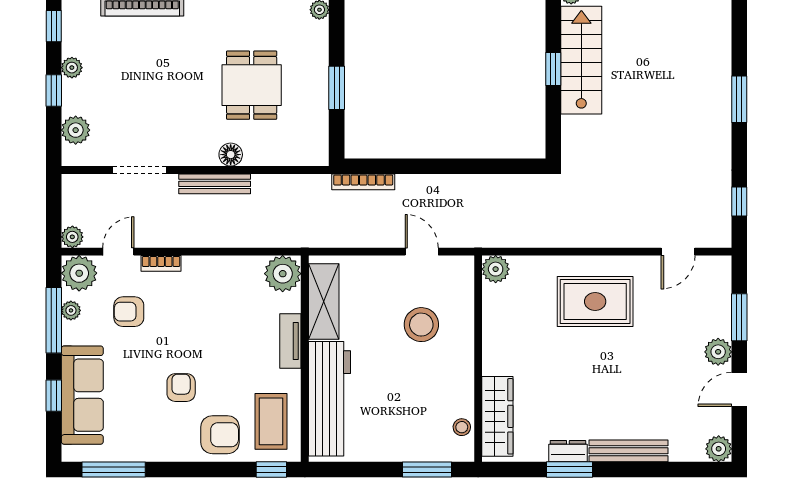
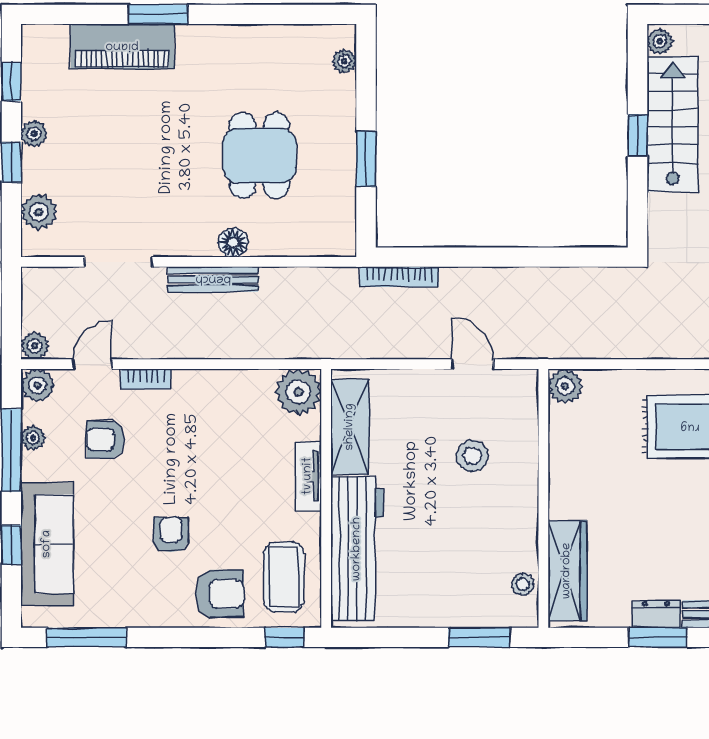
plant: (79, 273) -> (37, 385), width x0.73, depth x0.73
stool: (421, 325) -> (472, 456), width x0.73, depth x0.73

